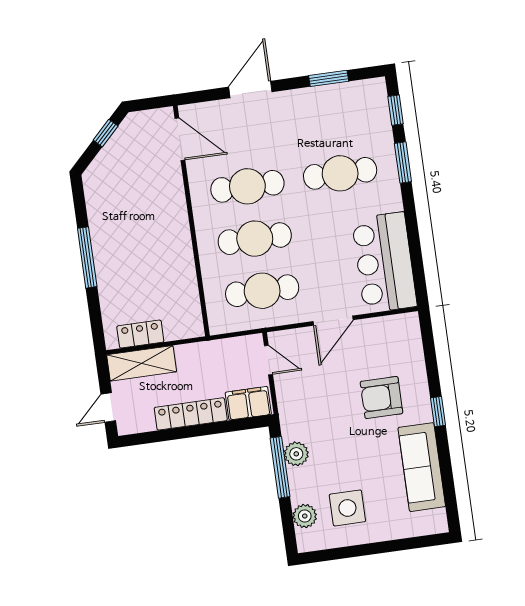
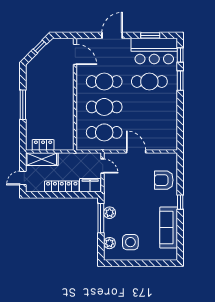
bar counter: (384, 263) -> (154, 51), moved, turned -90
door: (333, 321) -> (136, 151), swing flipped
armchair: (381, 397) -> (164, 180), moved

